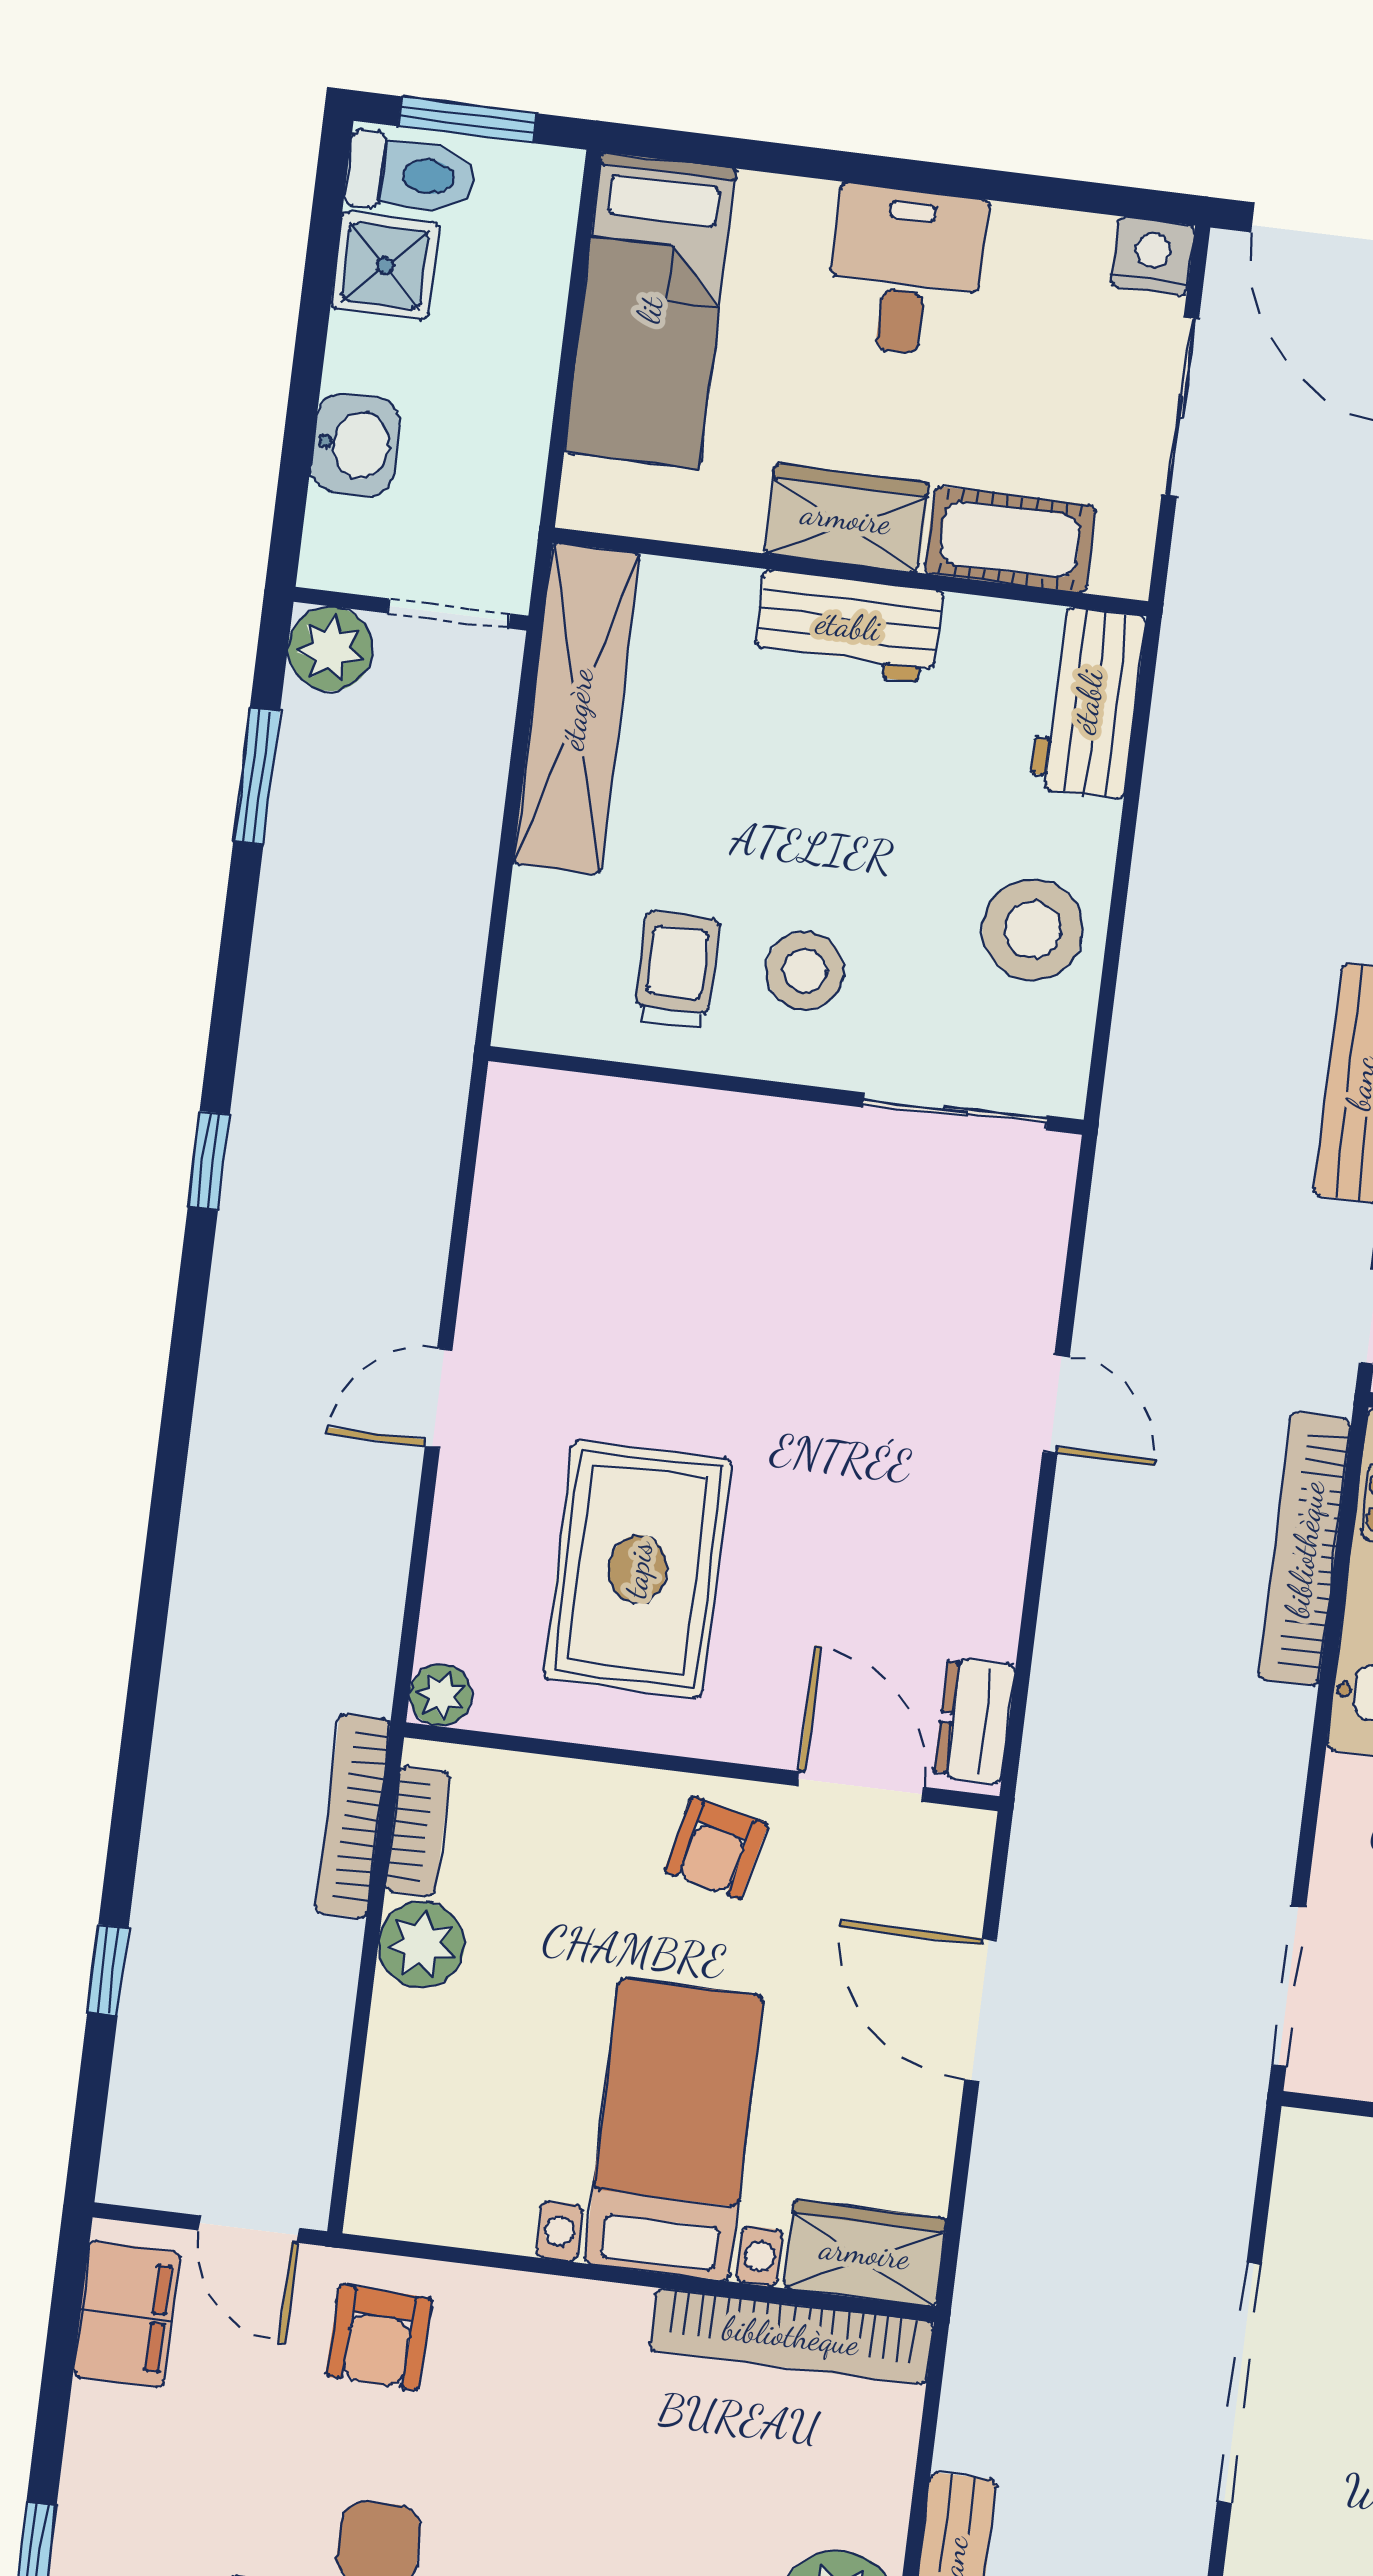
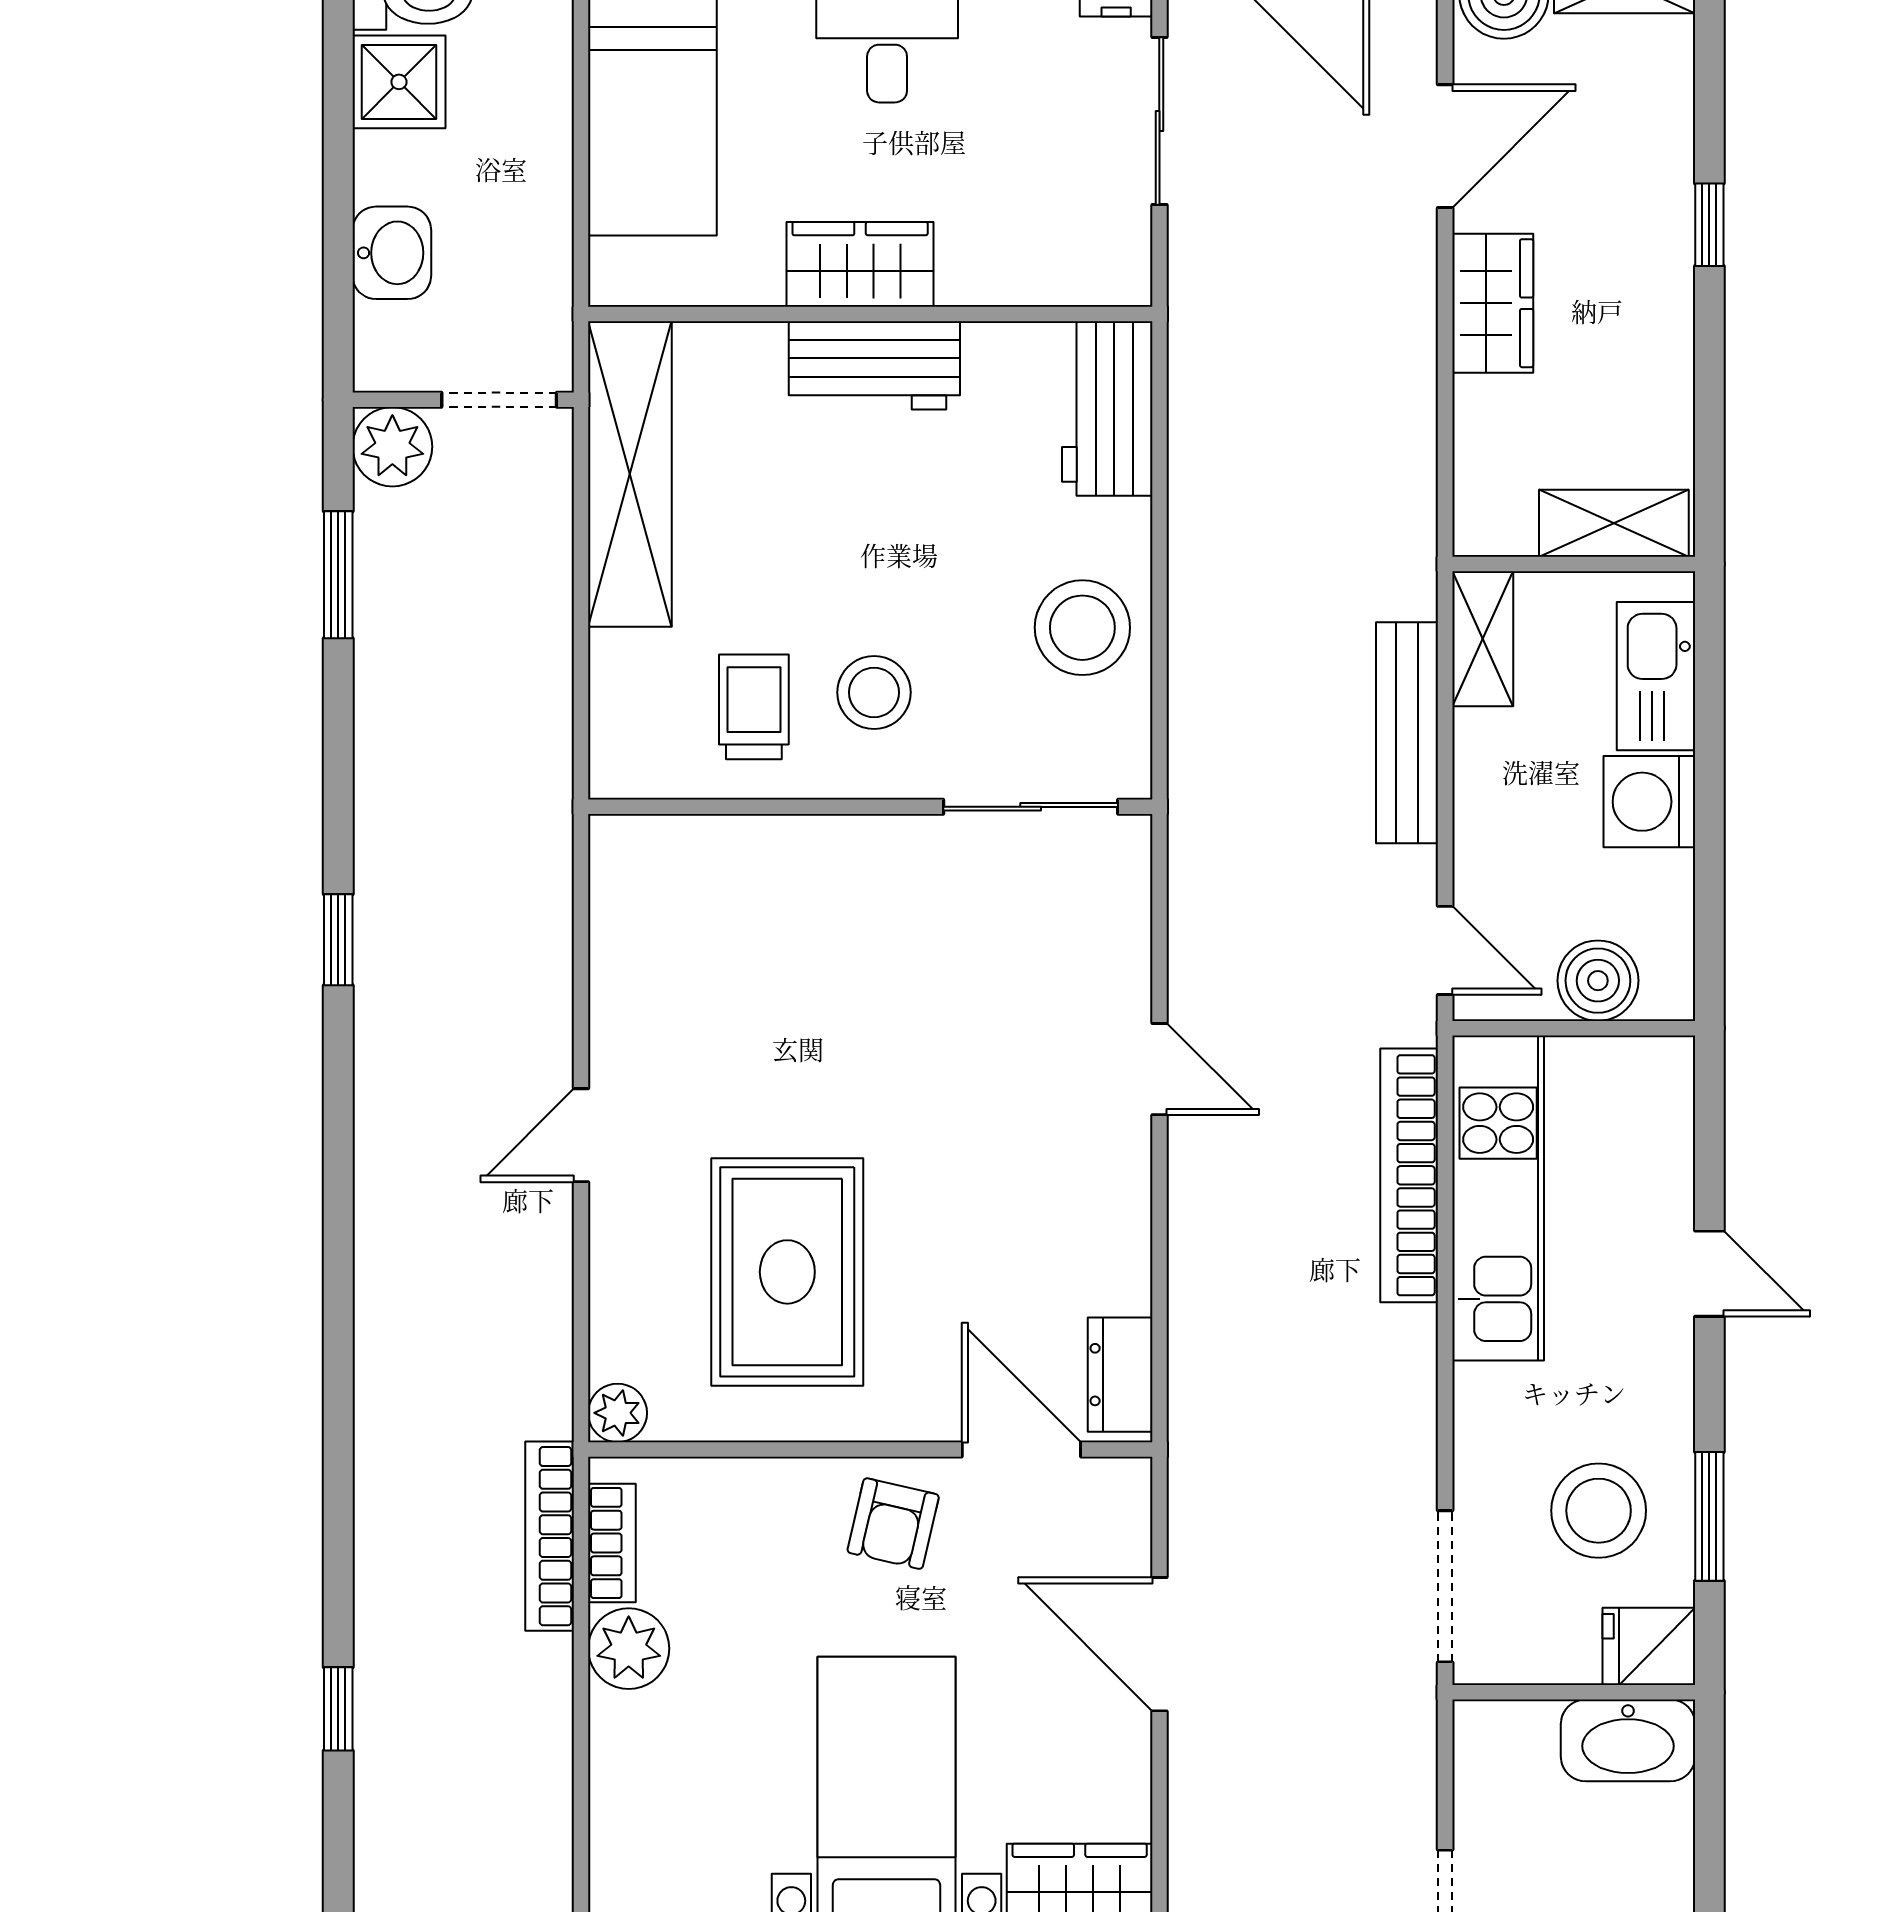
cot: (1010, 540) -> (1016, 265), removed

